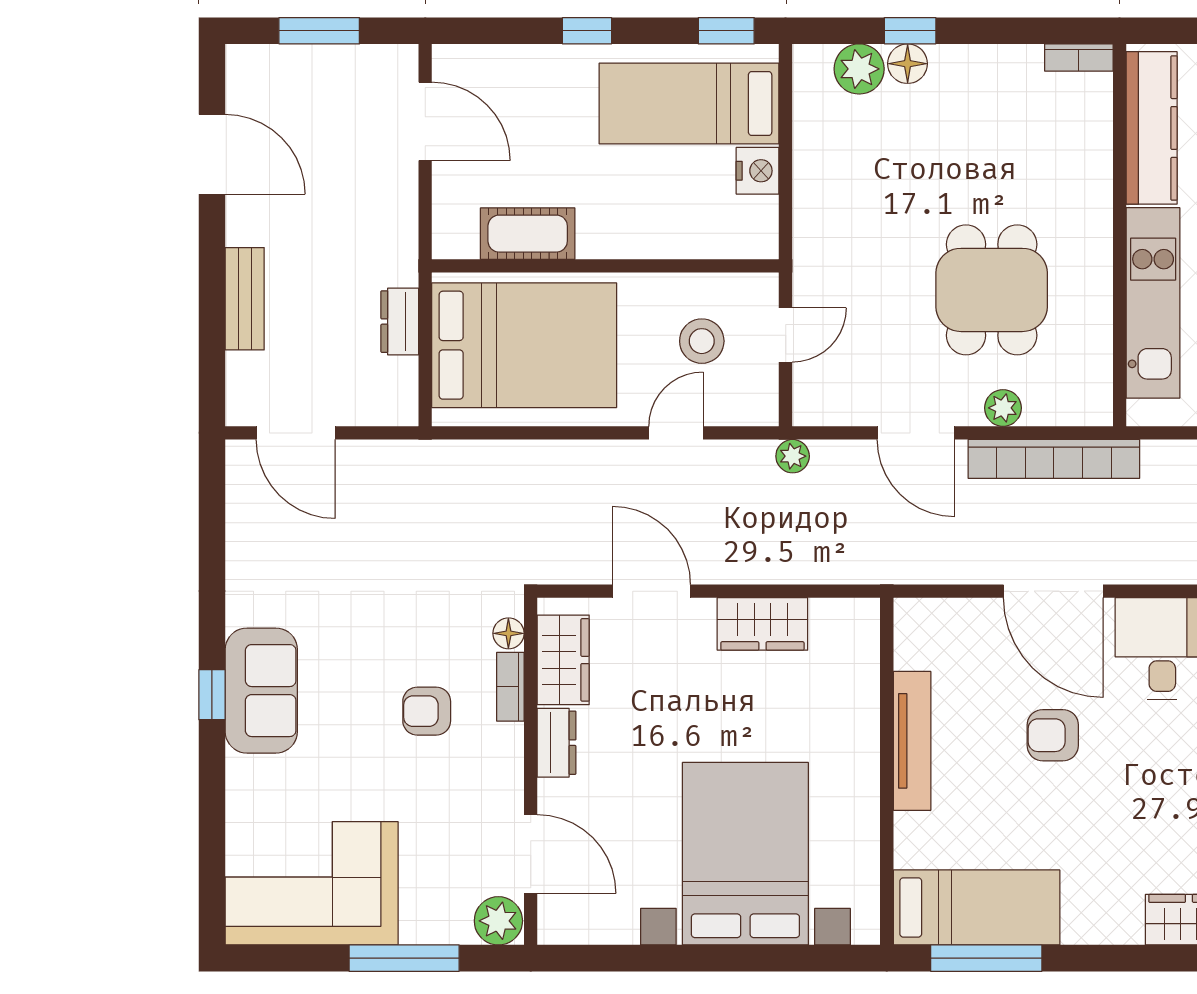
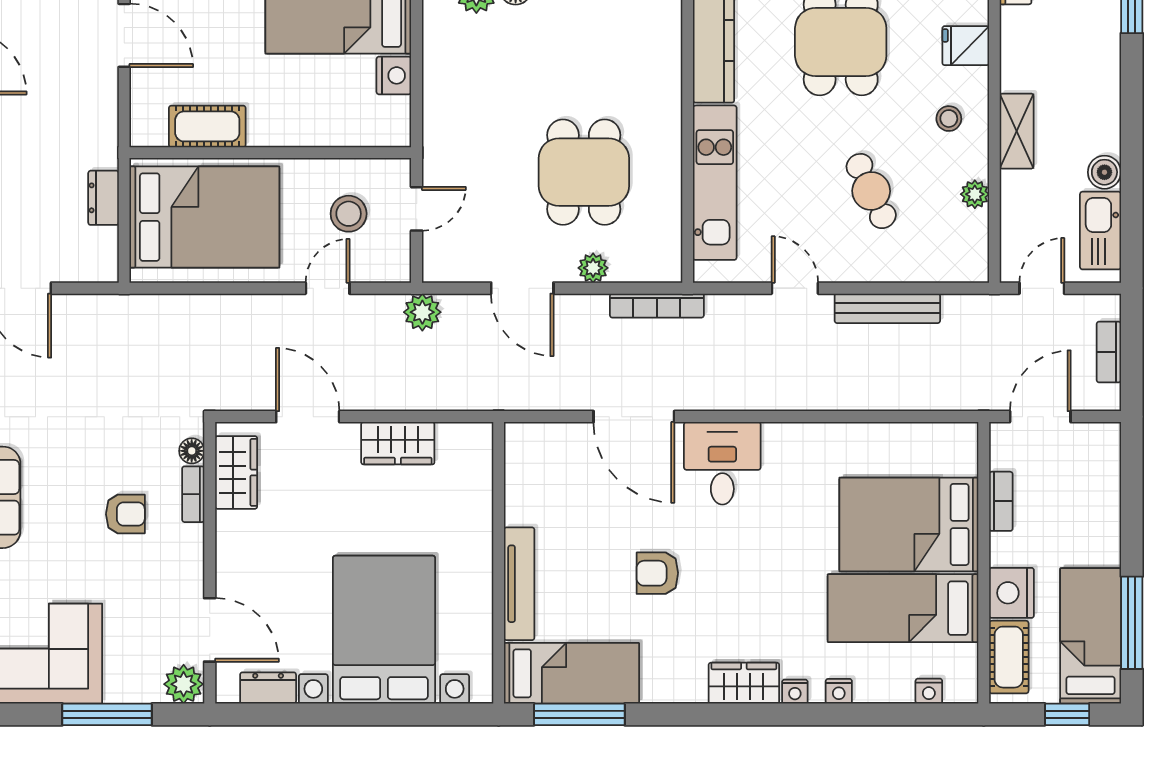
plant: (793, 456) -> (422, 312), width x1.38, depth x1.38
bookcase: (1054, 459) -> (657, 306), width x0.68, depth x0.76
armchair: (427, 711) -> (125, 514), turned 180
armchair: (1053, 735) -> (657, 573), moved
tv unit: (912, 741) -> (519, 584), moved
dresser: (557, 743) -> (268, 688), moved, turned -90

